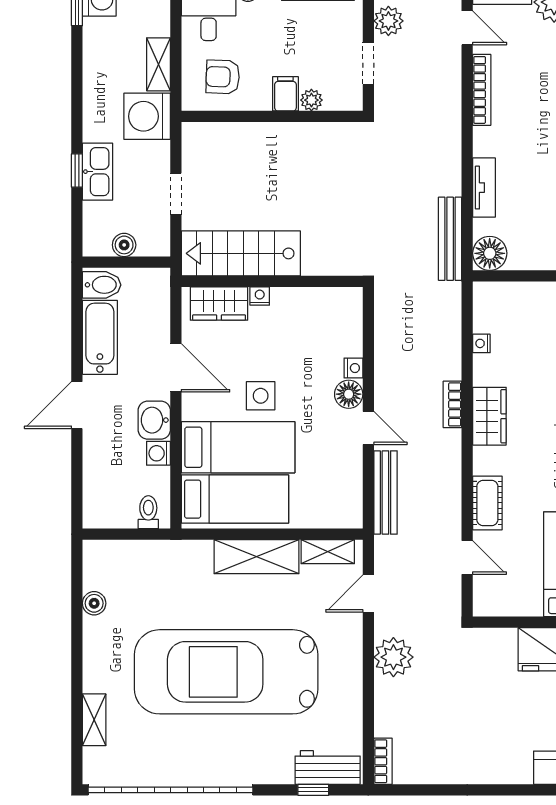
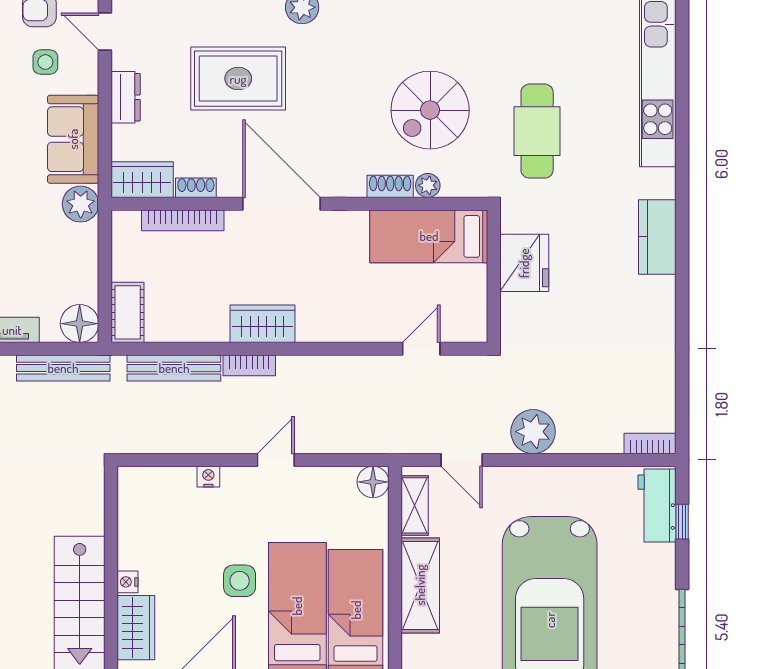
nightstand: (481, 343) -> (181, 333), removed
floor lamp: (349, 394) -> (373, 482), moved
bench: (385, 492) -> (174, 368), moved
cot: (487, 503) -> (128, 312), moved, turned 90

